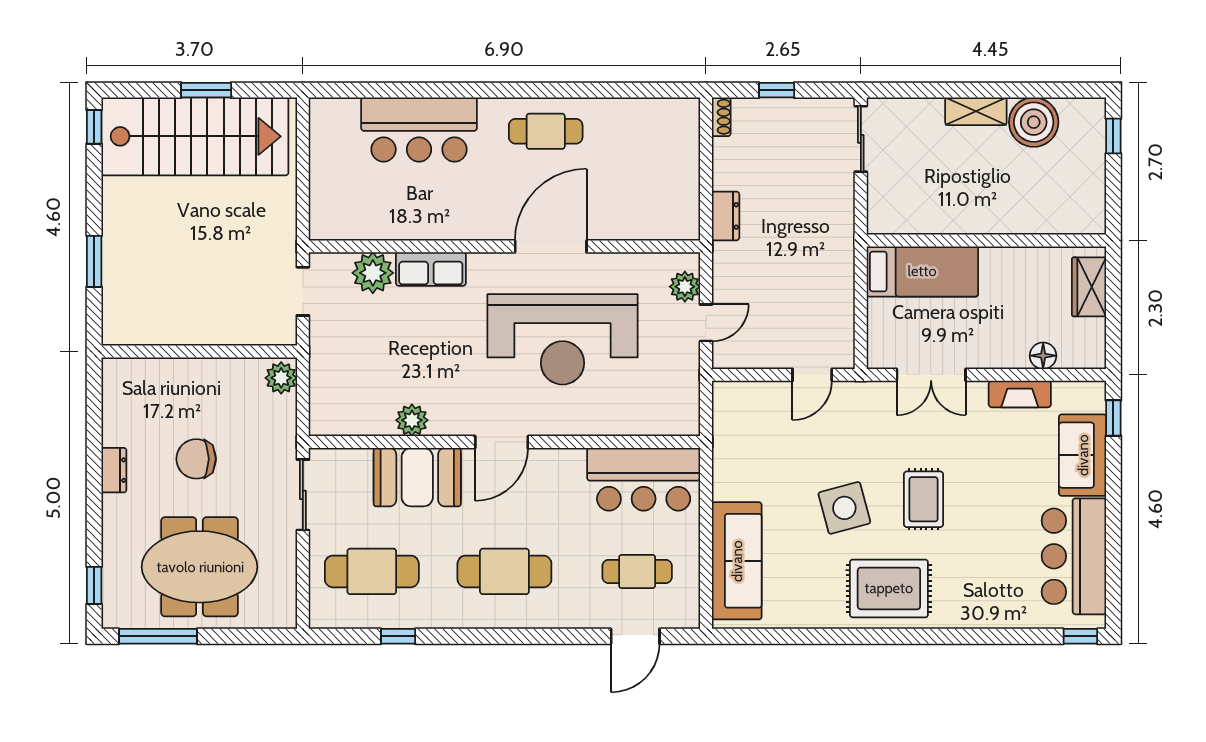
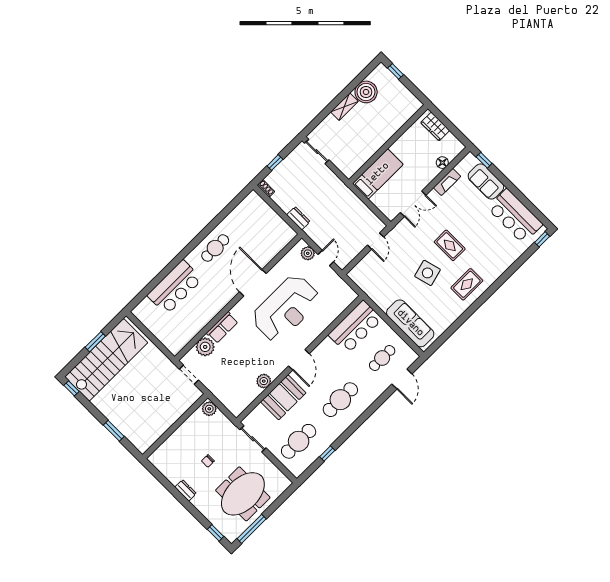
chair: (196, 459) -> (208, 461), width x0.54, depth x0.54
rug: (889, 588) -> (467, 284), width x0.73, depth x0.70

